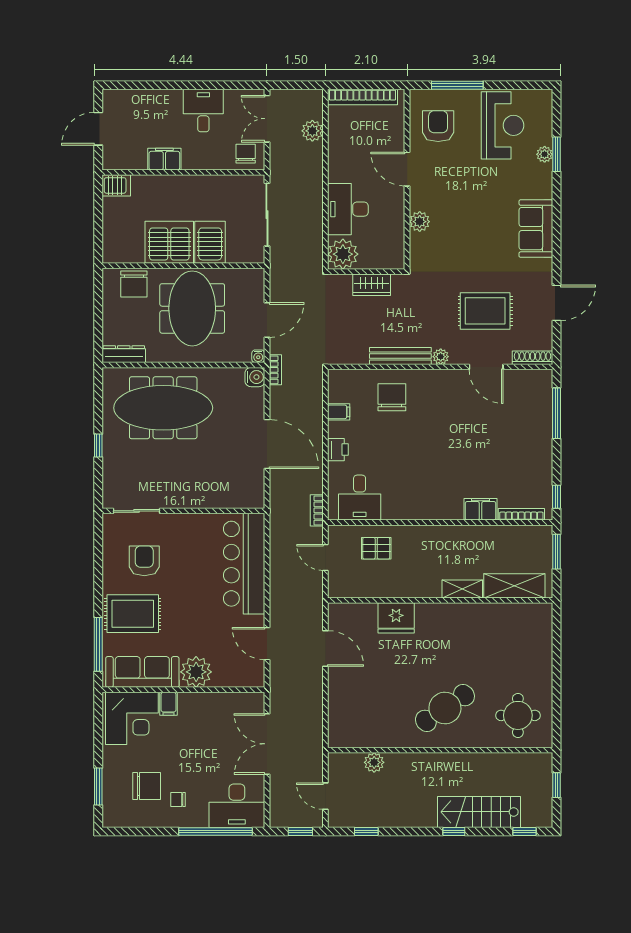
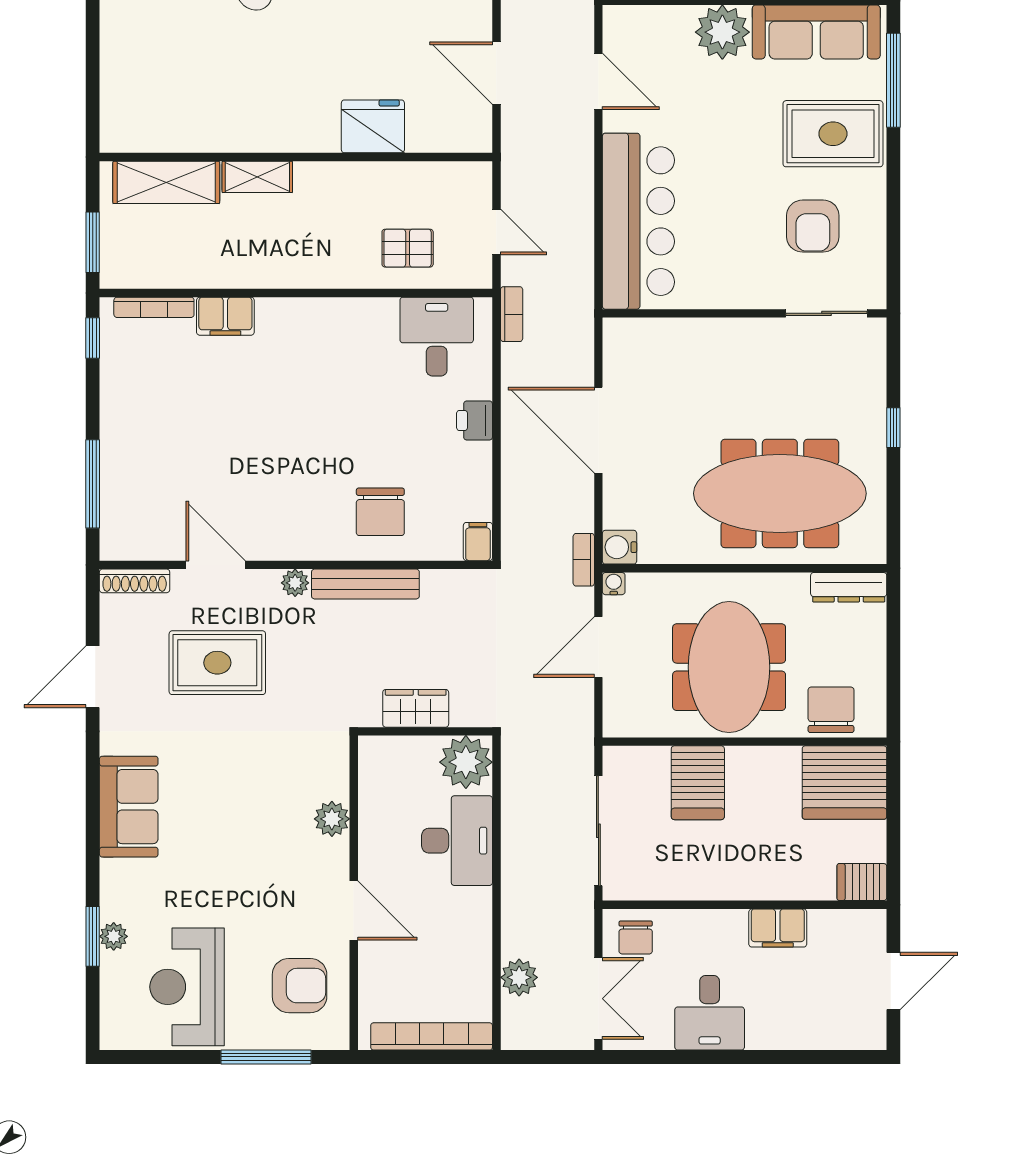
armchair: (438, 126) -> (300, 986), turned -90
server rack: (169, 242) -> (844, 783), moved
filing cabinet: (339, 412) -> (478, 542), moved, turned 90

